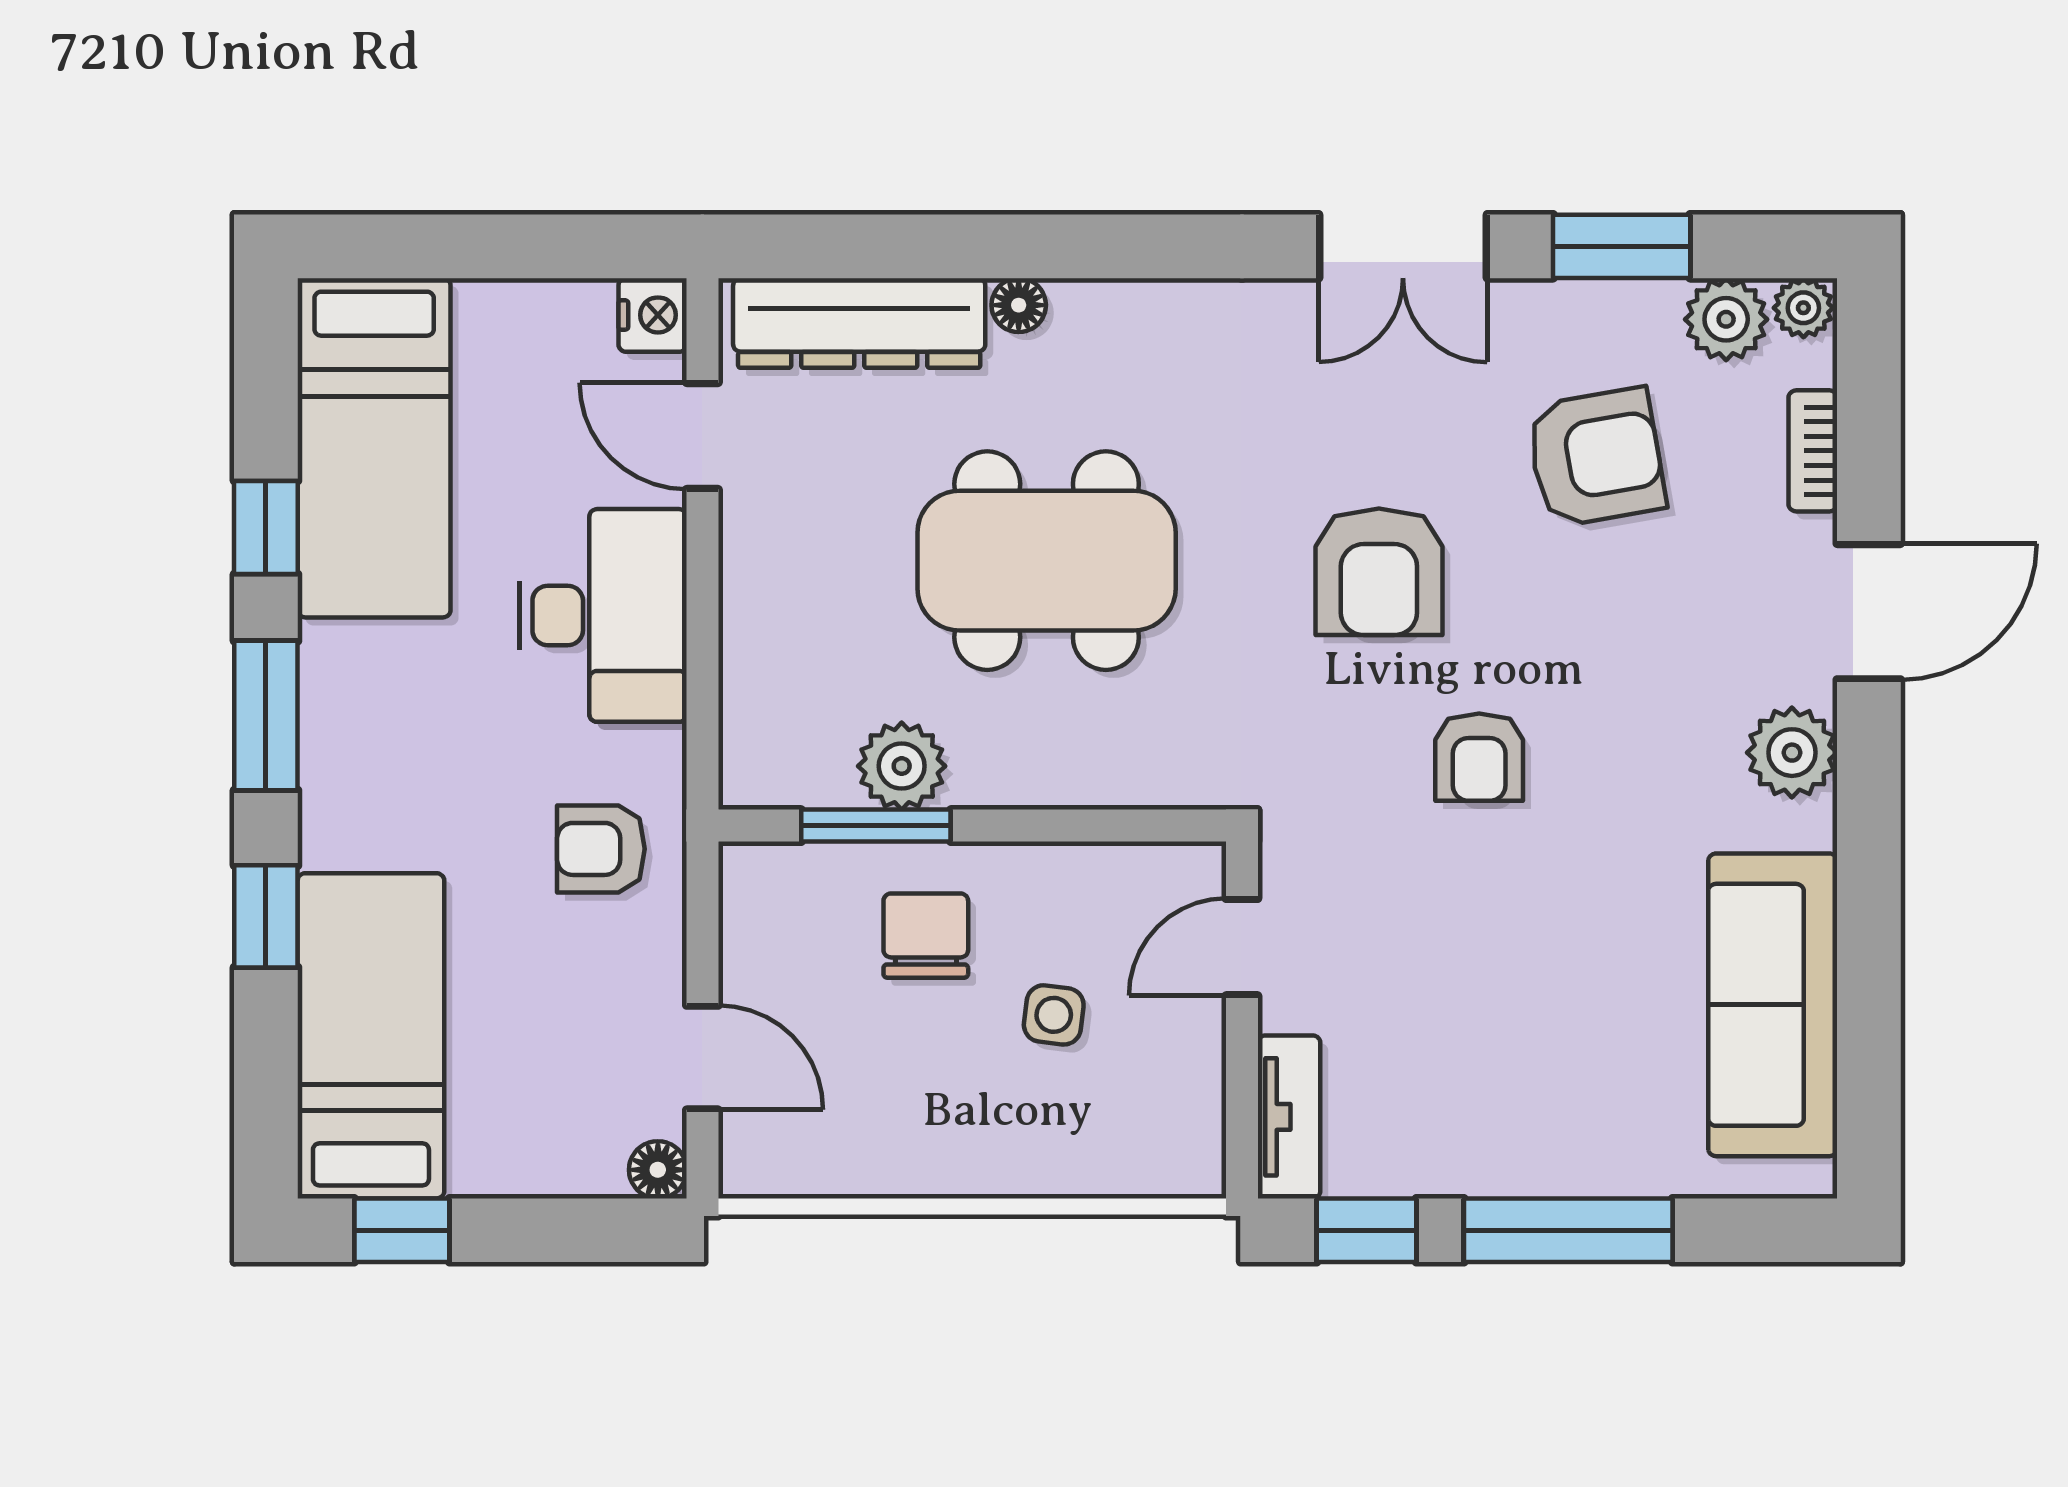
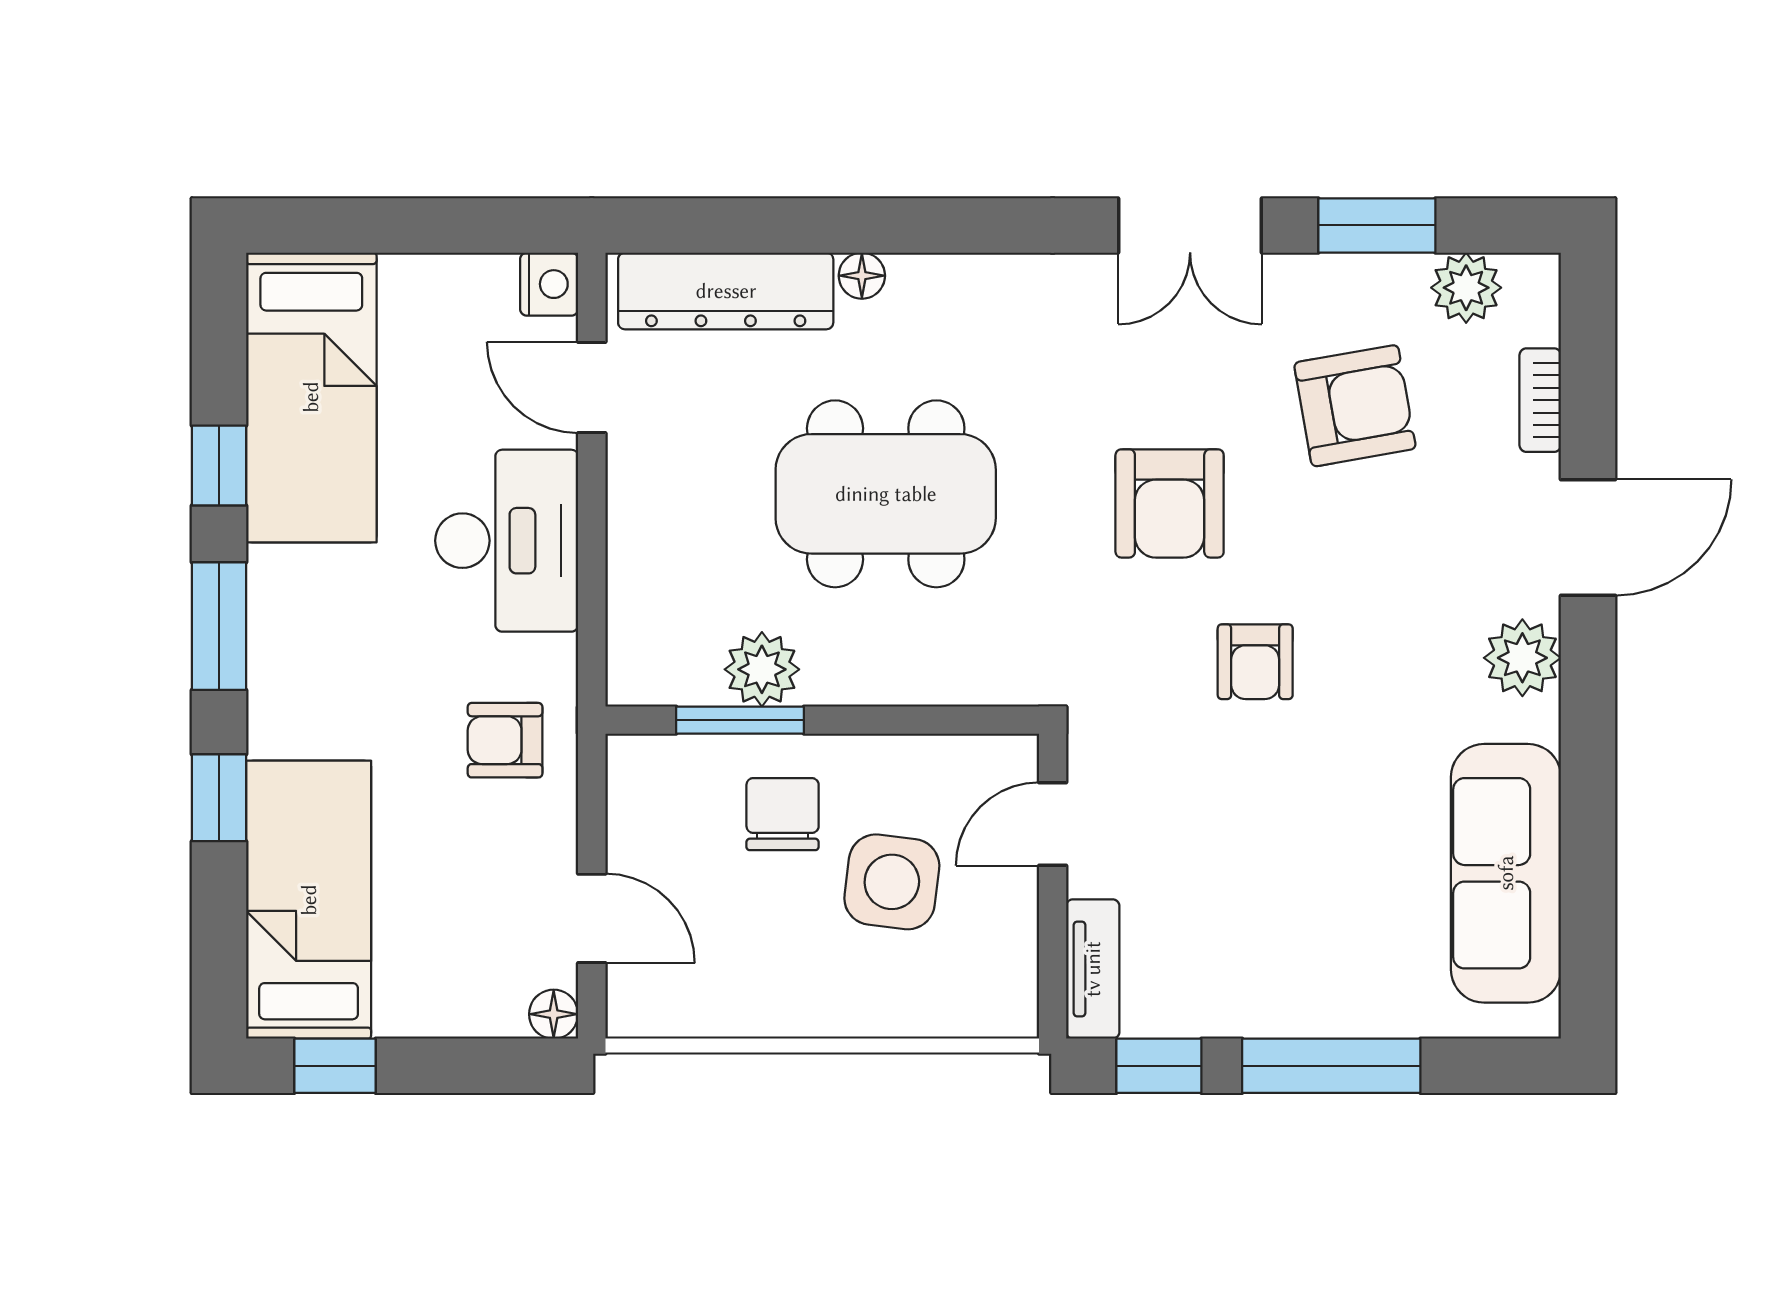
plant: (1803, 308) -> (1532, 278), removed
side table: (1054, 1015) -> (892, 882), width x1.87, depth x1.87

